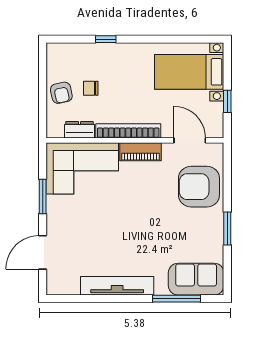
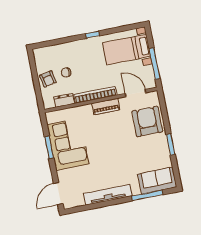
window: (106, 39) -> (93, 35), moved
window: (227, 101) -> (155, 64), width x2.17
corner sofa: (82, 168) -> (68, 144), moved, turned -90
armchair: (199, 187) -> (147, 121), turned 90
door: (43, 252) -> (58, 194), moved

